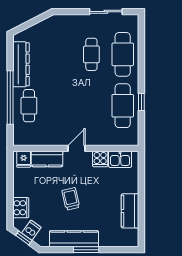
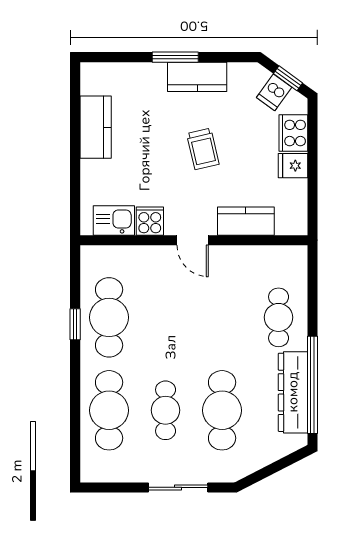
sliding door: (106, 12) -> (178, 487), moved
cafe table: (60, 54) -> (222, 410), added
window: (10, 97) -> (312, 385), moved
door: (76, 148) -> (193, 240), hinge flipped
fridge: (24, 159) -> (293, 166), moved, turned -90
kitchen counter: (74, 239) -> (197, 77), width x0.67

